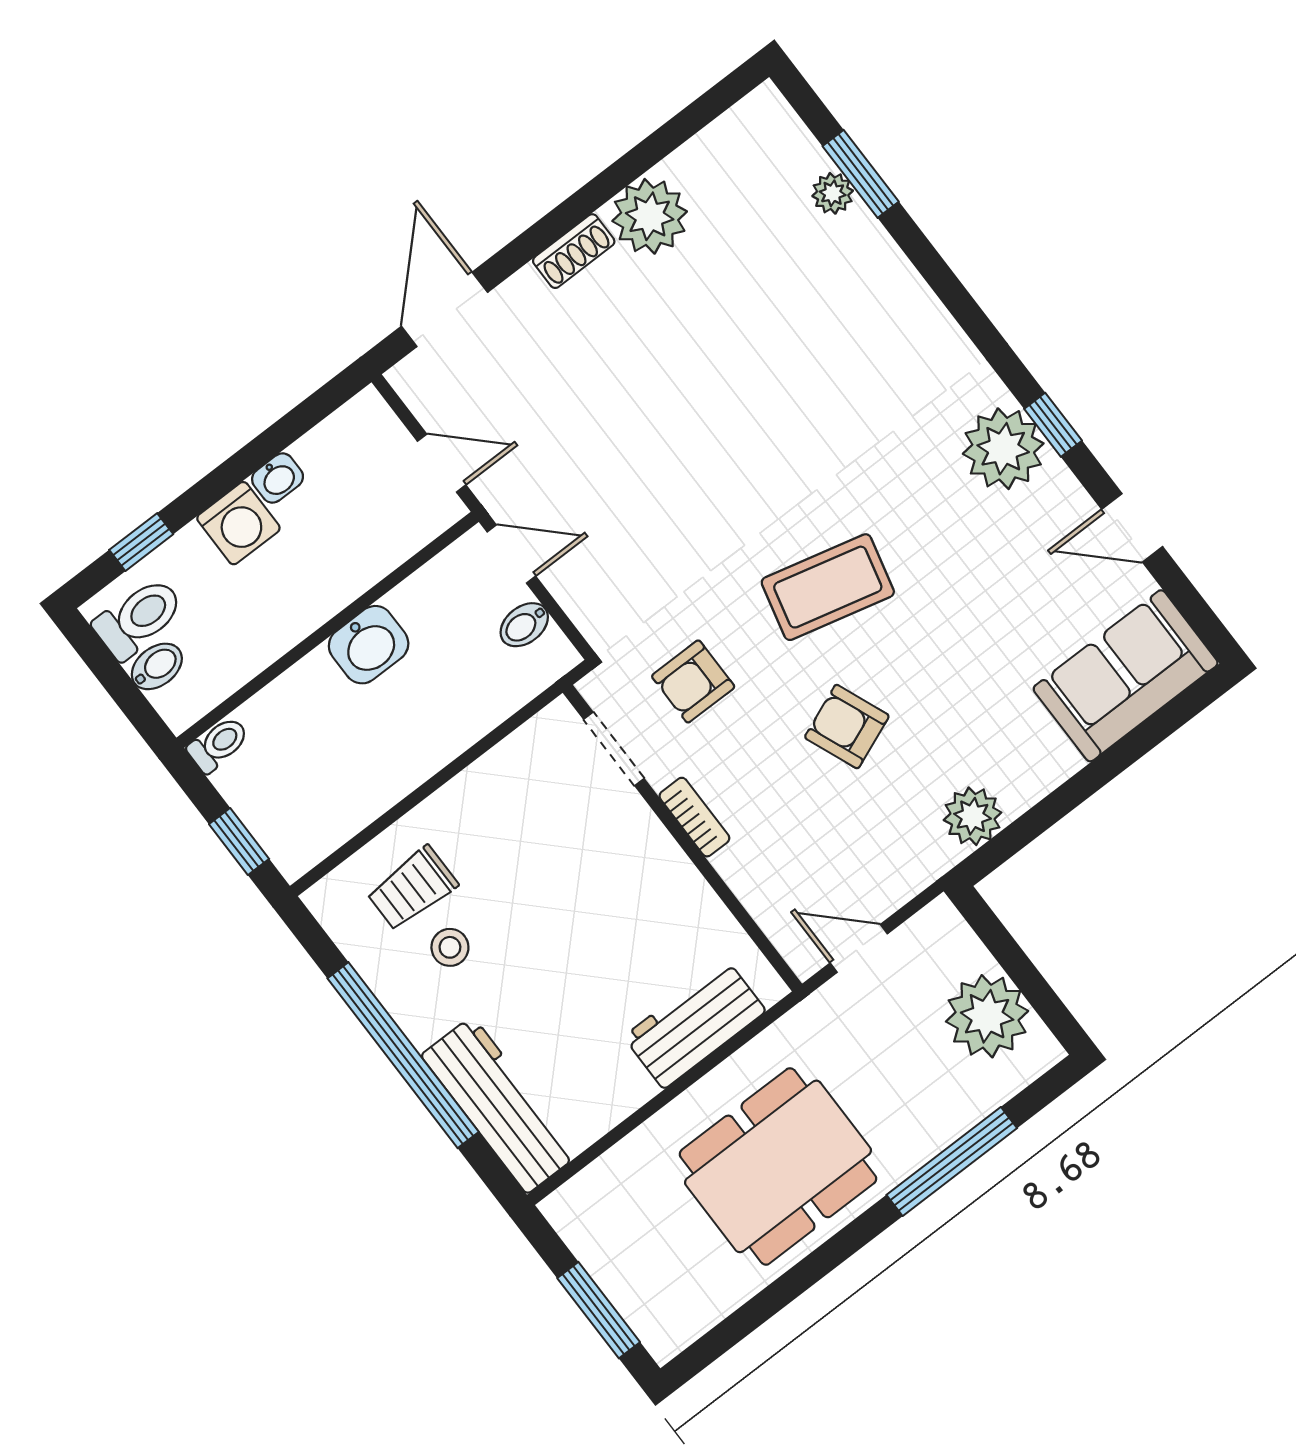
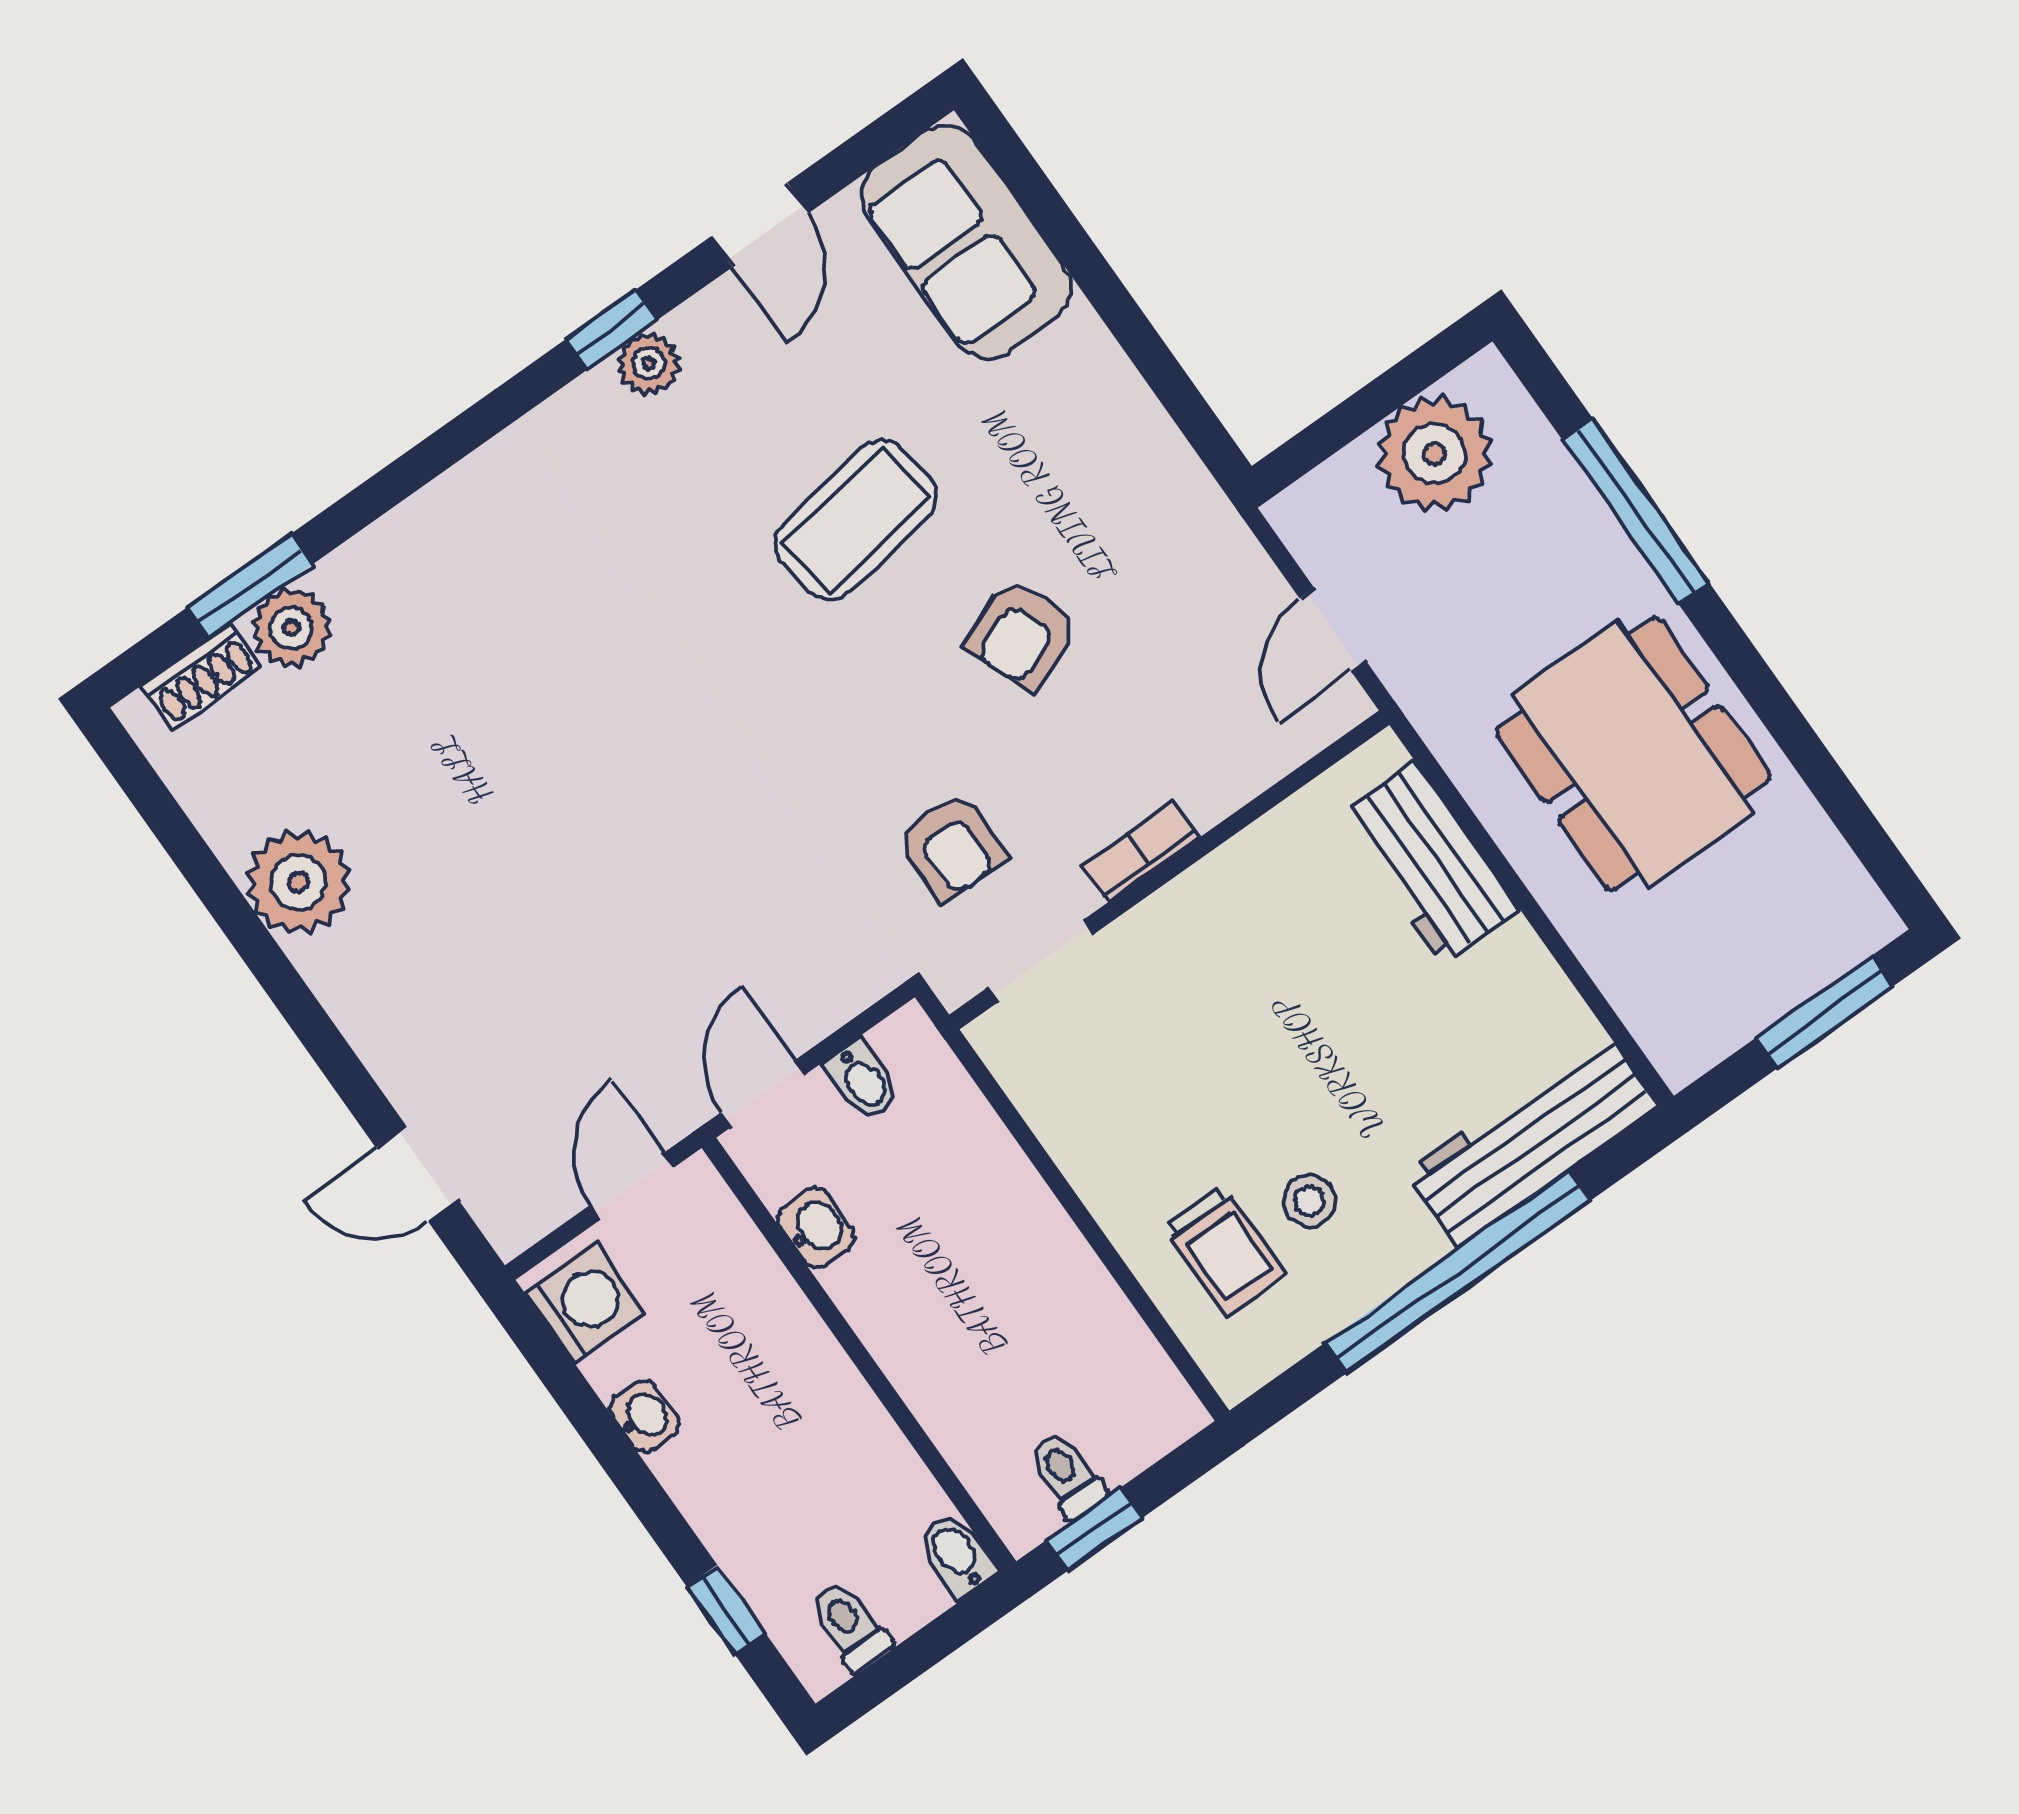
plant: (833, 193) -> (291, 628), width x1.38, depth x1.38
shoe rack: (574, 251) -> (202, 676), moved, turned 90
door: (444, 309) -> (417, 1174), width x0.73
plant: (1003, 449) -> (648, 364), width x0.53, depth x0.53
washing machine: (238, 523) -> (585, 1303), moved
coffee table: (828, 587) -> (856, 520), moved, turned 67
toilet: (139, 618) -> (850, 1626), width x0.73, depth x0.72
washbasin: (369, 645) -> (816, 1228), moved, width x0.72, depth x0.69
bidet: (157, 666) -> (957, 1555), moved
toilet: (218, 744) -> (1067, 1475), moved
plant: (973, 816) -> (1154, 463), removed
window: (239, 841) -> (1094, 1529), moved

